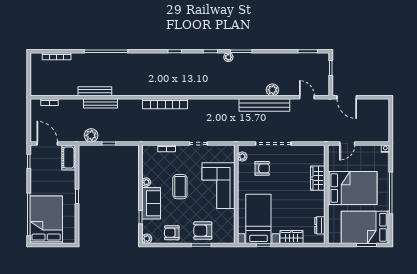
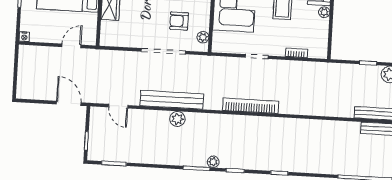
plant: (272, 90) -> (177, 119), moved
bookcase: (165, 104) -> (251, 106), moved

